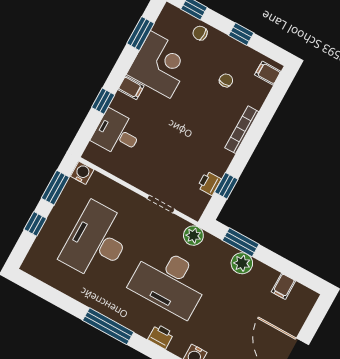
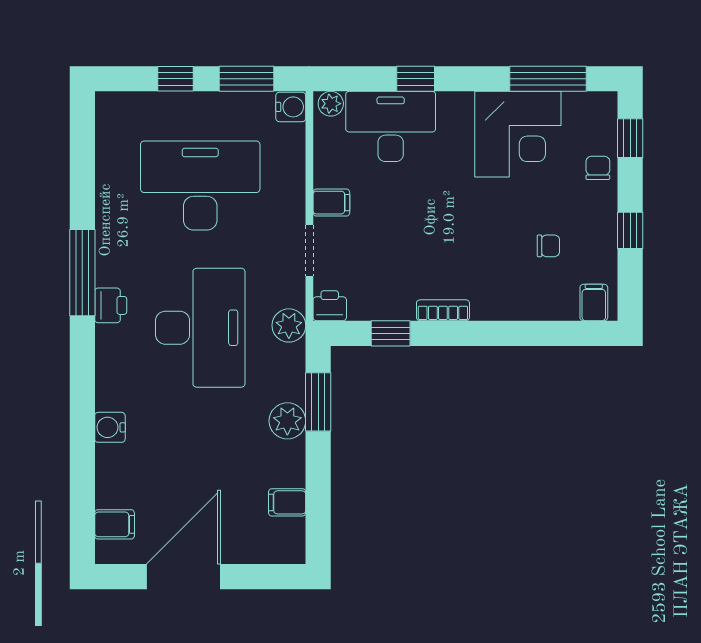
window: (140, 33) -> (548, 79), width x1.44
filing cabinet: (131, 88) -> (331, 203), moved, turned -90
bookcase: (242, 130) -> (443, 310), moved, width x0.64
desk: (117, 134) -> (391, 126), width x1.37
plant: (92, 152) -> (331, 104), added
printer: (209, 183) -> (330, 306), moved
desk: (170, 282) -> (200, 328), turned 180
printer: (161, 336) -> (111, 305), moved

